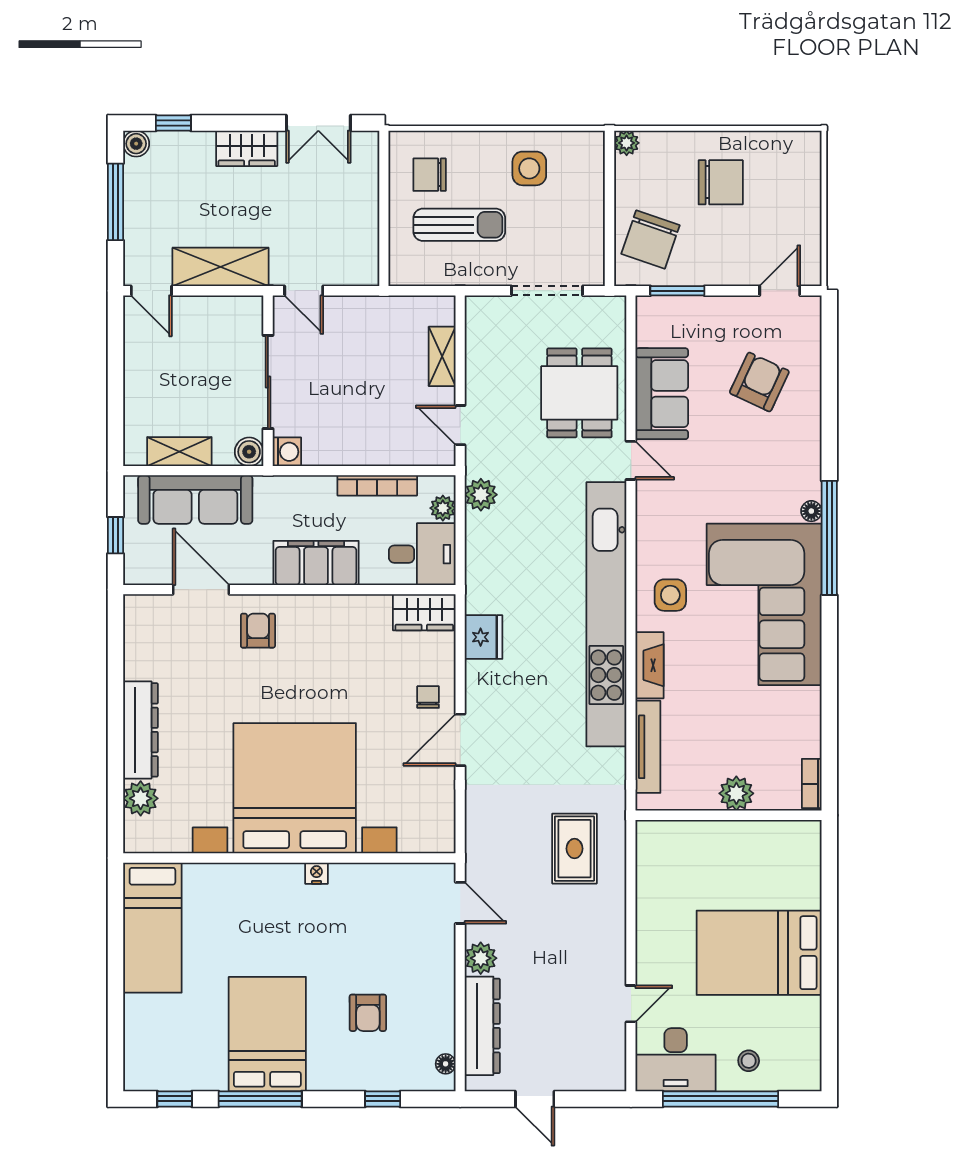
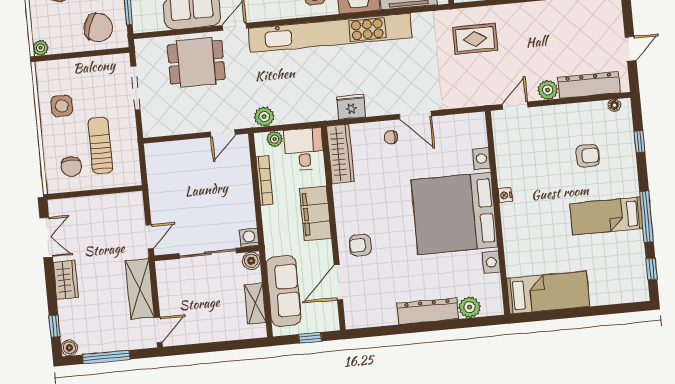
shelving: (442, 356) -> (182, 148), removed
wardrobe: (424, 612) -> (340, 154), width x1.50
bed: (267, 1034) -> (606, 216), width x0.67

